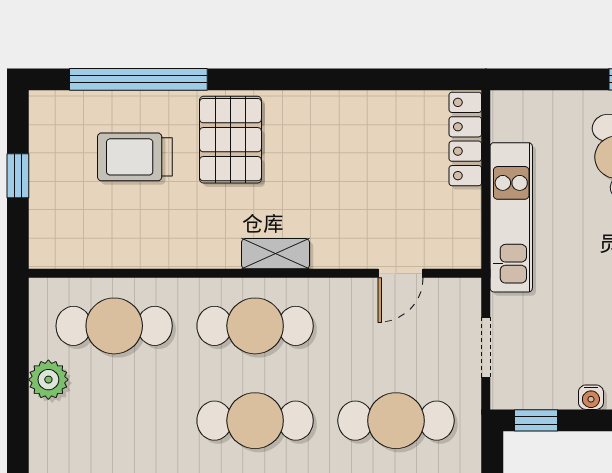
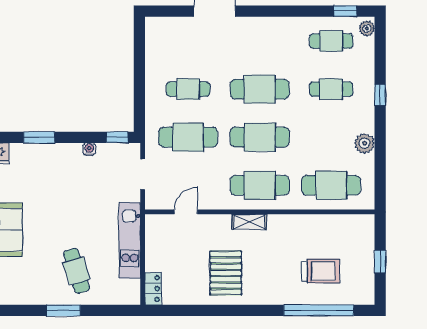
locker: (465, 139) -> (153, 289), width x0.66
pallet: (230, 140) -> (226, 273), moved
plant: (48, 380) -> (365, 143), moved

